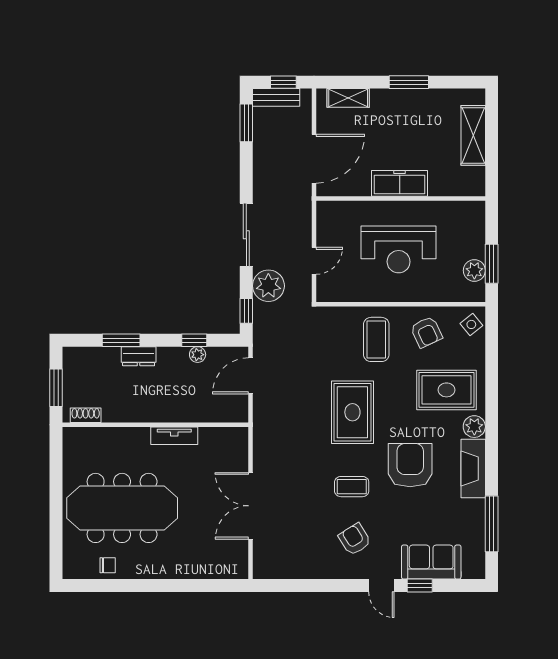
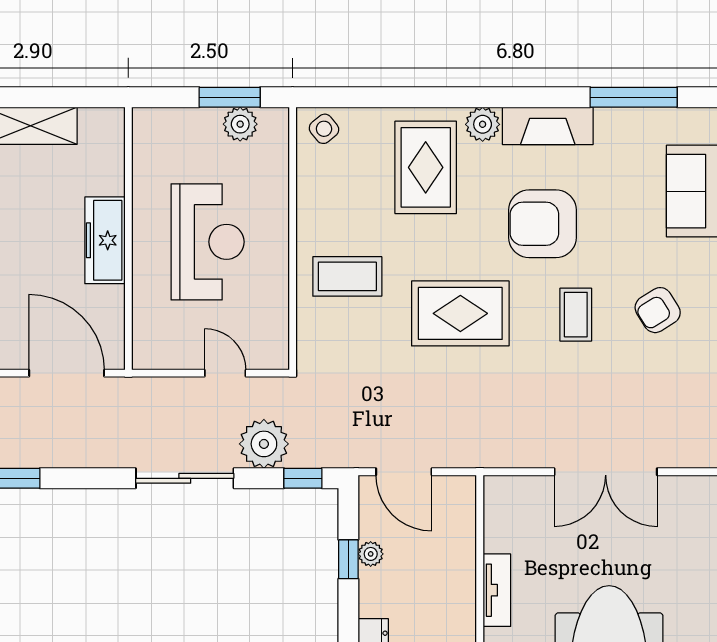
armchair: (426, 332) -> (336, 199), removed

